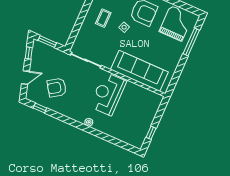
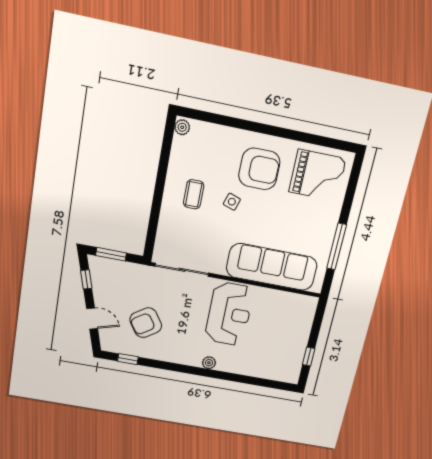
grand piano: (176, 23) -> (317, 175), turned 90
window: (191, 42) -> (337, 246), moved
door: (25, 78) -> (92, 319), hinge flipped
reception desk: (108, 94) -> (229, 314), turned 180

